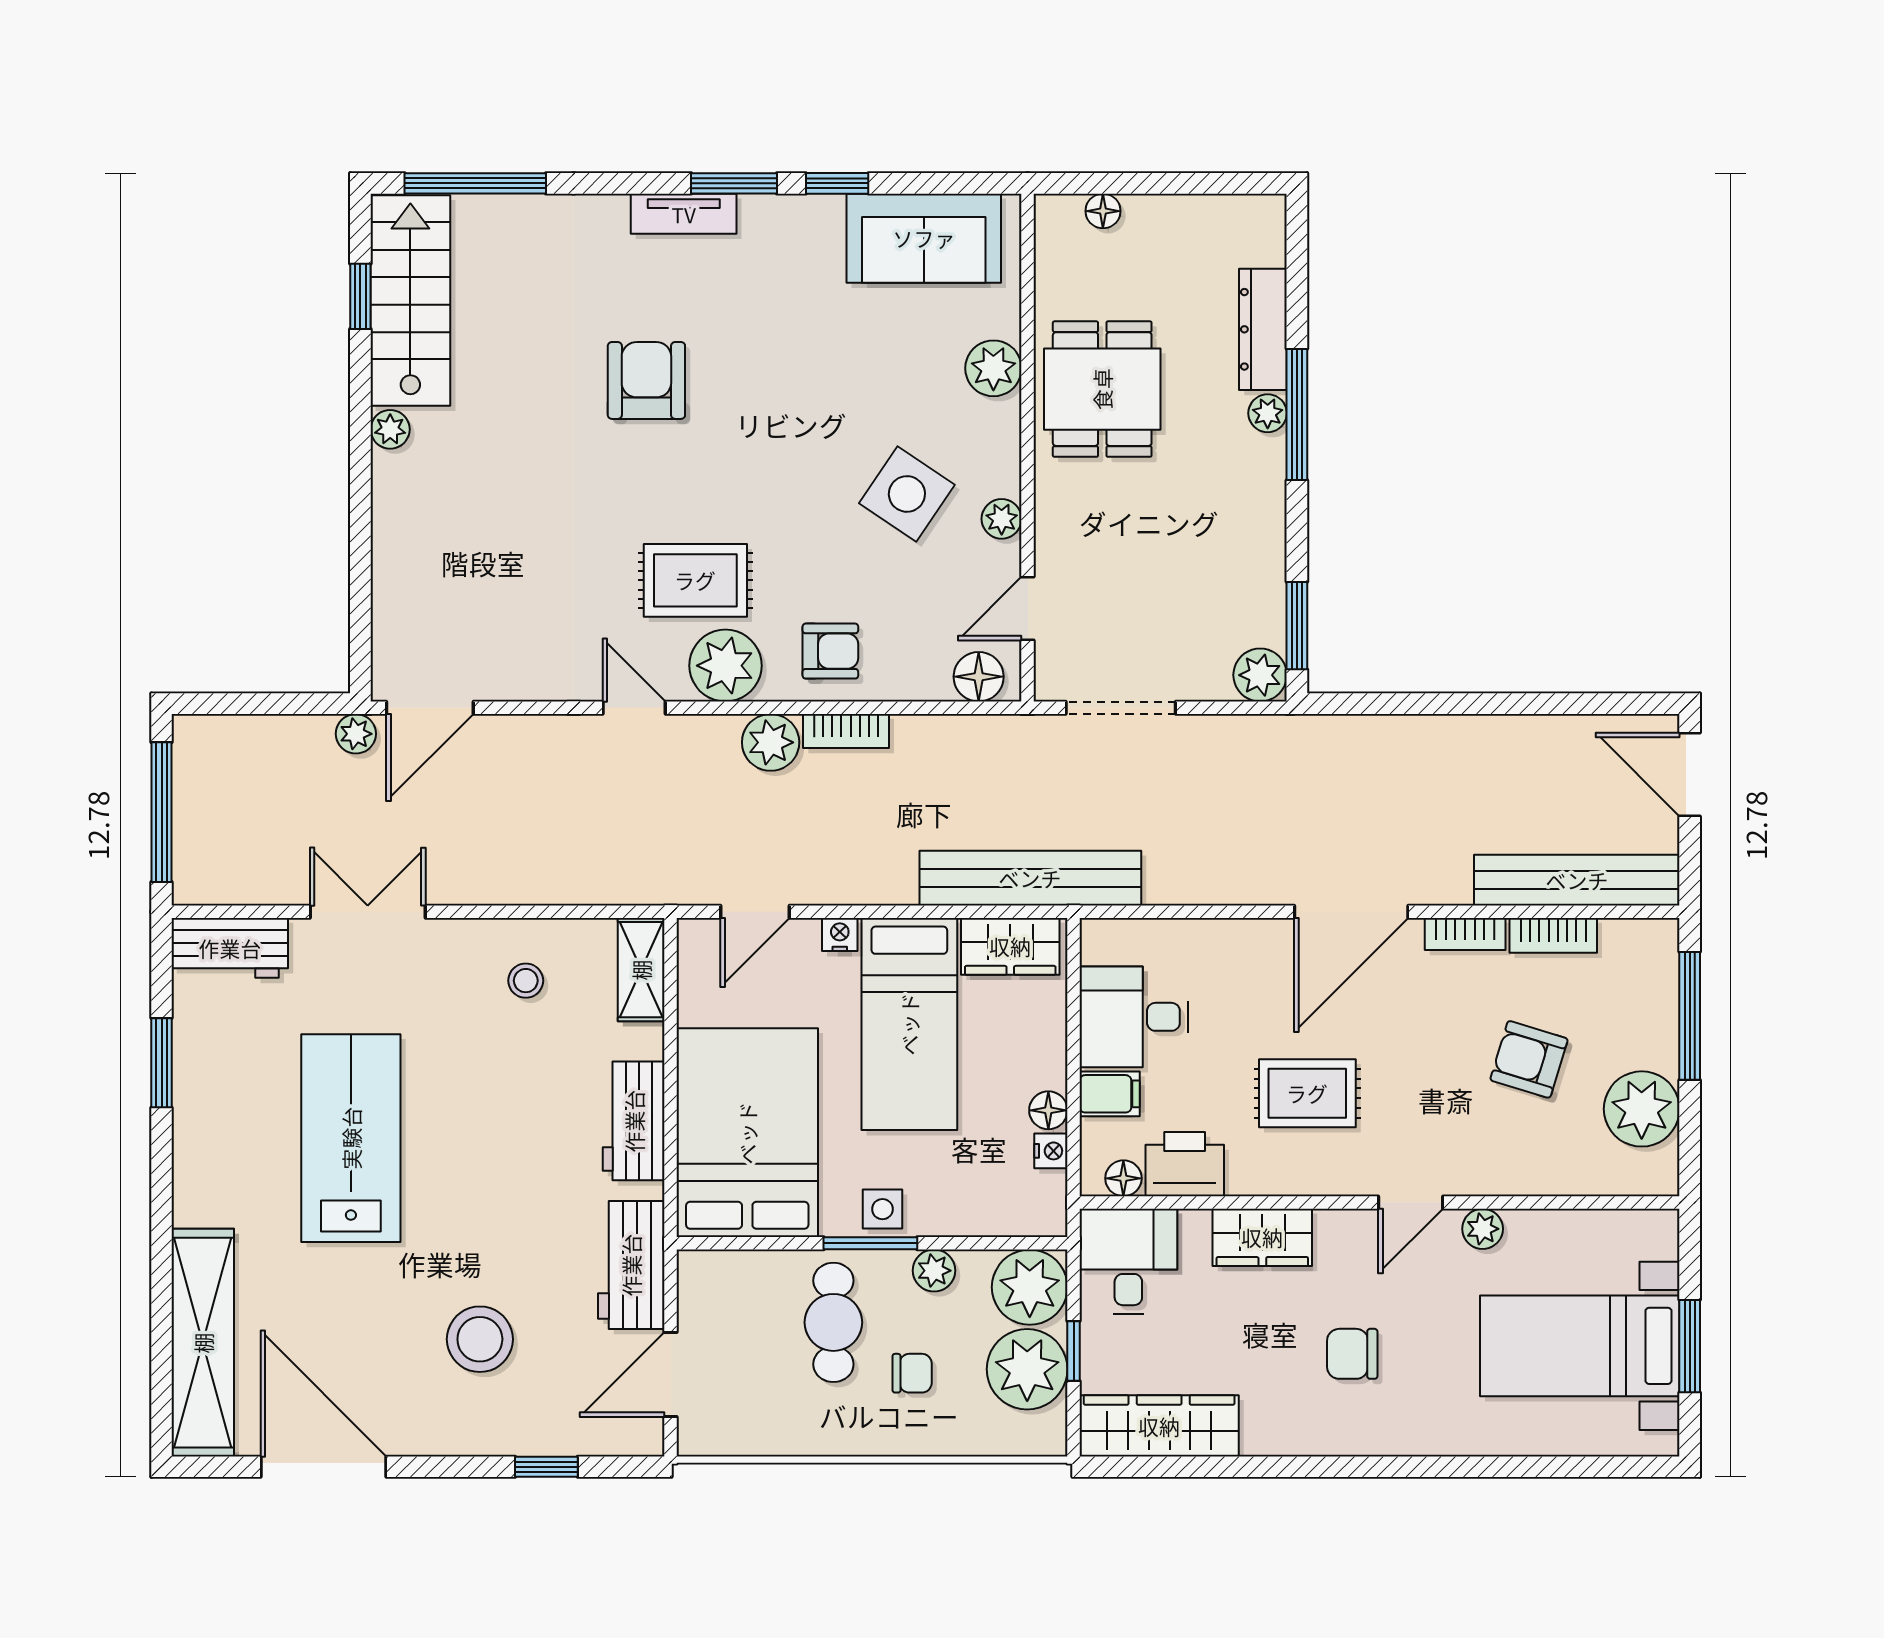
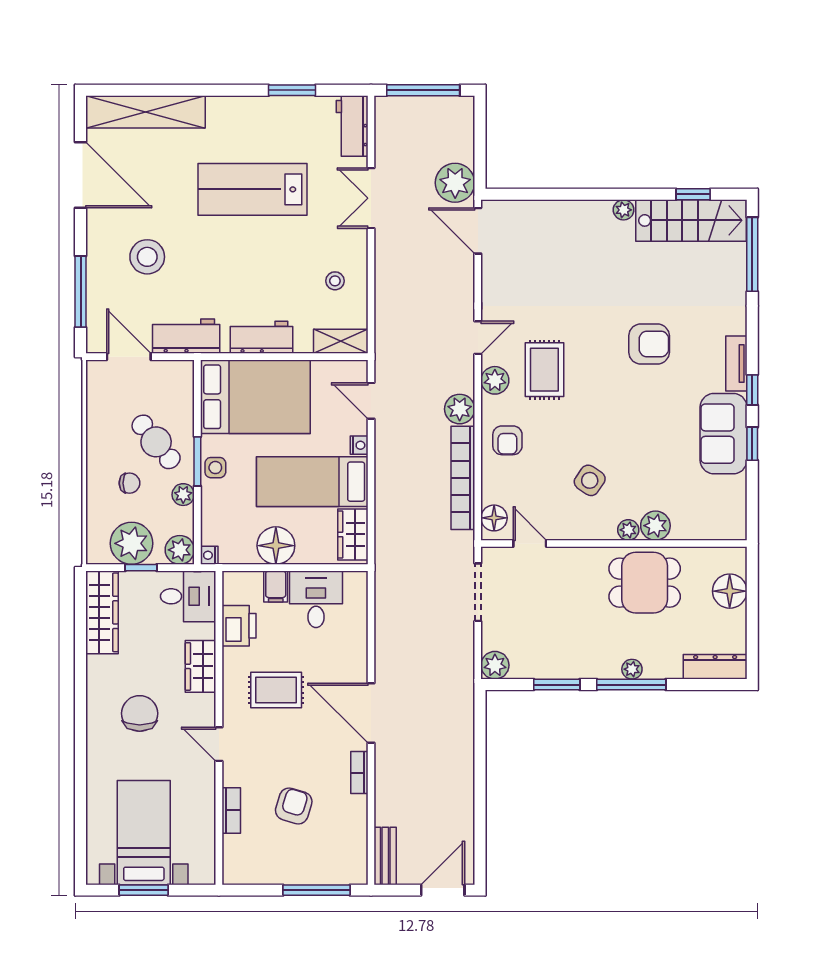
window: (734, 183) -> (752, 390), width x0.67
floor lamp: (1103, 211) -> (730, 591), width x1.89, depth x1.89
sofa: (924, 238) -> (724, 434), moved
dresser: (1263, 329) -> (715, 667), moved
side table: (907, 494) -> (590, 480), width x0.73, depth x0.73
plant: (1002, 519) -> (628, 530), moved
window: (1297, 626) -> (557, 685), moved
plant: (725, 666) -> (495, 380), width x0.73, depth x0.73
bookcase: (846, 731) -> (463, 478), width x2.31, depth x1.31
plant: (356, 734) -> (455, 183), width x1.88, depth x1.88
bench: (1030, 878) -> (389, 545), removed
bench: (1577, 880) -> (385, 856), width x0.54, depth x0.82
double door: (368, 912) -> (371, 198), swing flipped
bookcase: (1553, 935) -> (231, 810), moved, turned 180
rug: (1307, 1093) -> (276, 690), turned 90
plant: (1642, 1109) -> (268, 865), removed
floor lamp: (1048, 1110) -> (276, 546), width x1.89, depth x1.89
lab bench: (351, 1138) -> (253, 189), turned 180
nightstand: (1051, 1151) -> (209, 555), moved, turned 90
floor lamp: (1123, 1178) -> (231, 594), removed
plant: (1483, 1229) -> (205, 782), removed
plant: (1030, 1287) -> (180, 550), width x0.73, depth x0.73
cafe table: (833, 1322) -> (156, 442), turned 51
chair: (1352, 1354) -> (140, 713), width x1.37, depth x1.37
chair: (912, 1373) -> (129, 483), turned -90
door: (324, 1467) -> (81, 175), hinge flipped
window: (546, 1467) -> (81, 292), width x2.17

